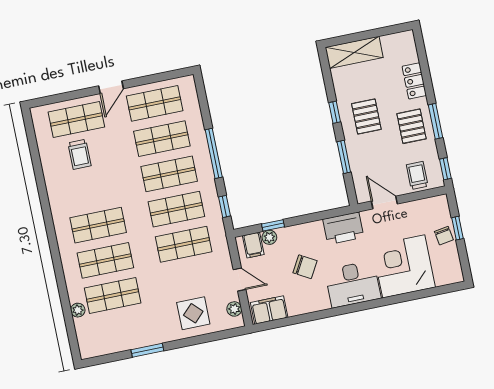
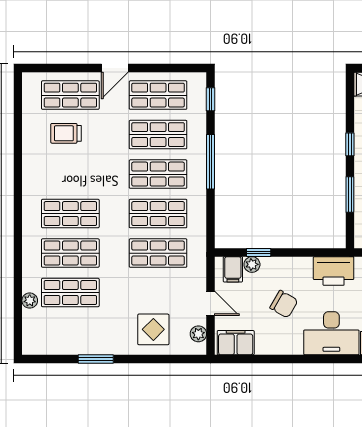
trolley: (80, 154) -> (66, 133), turned 90
window: (225, 206) -> (211, 99), moved

